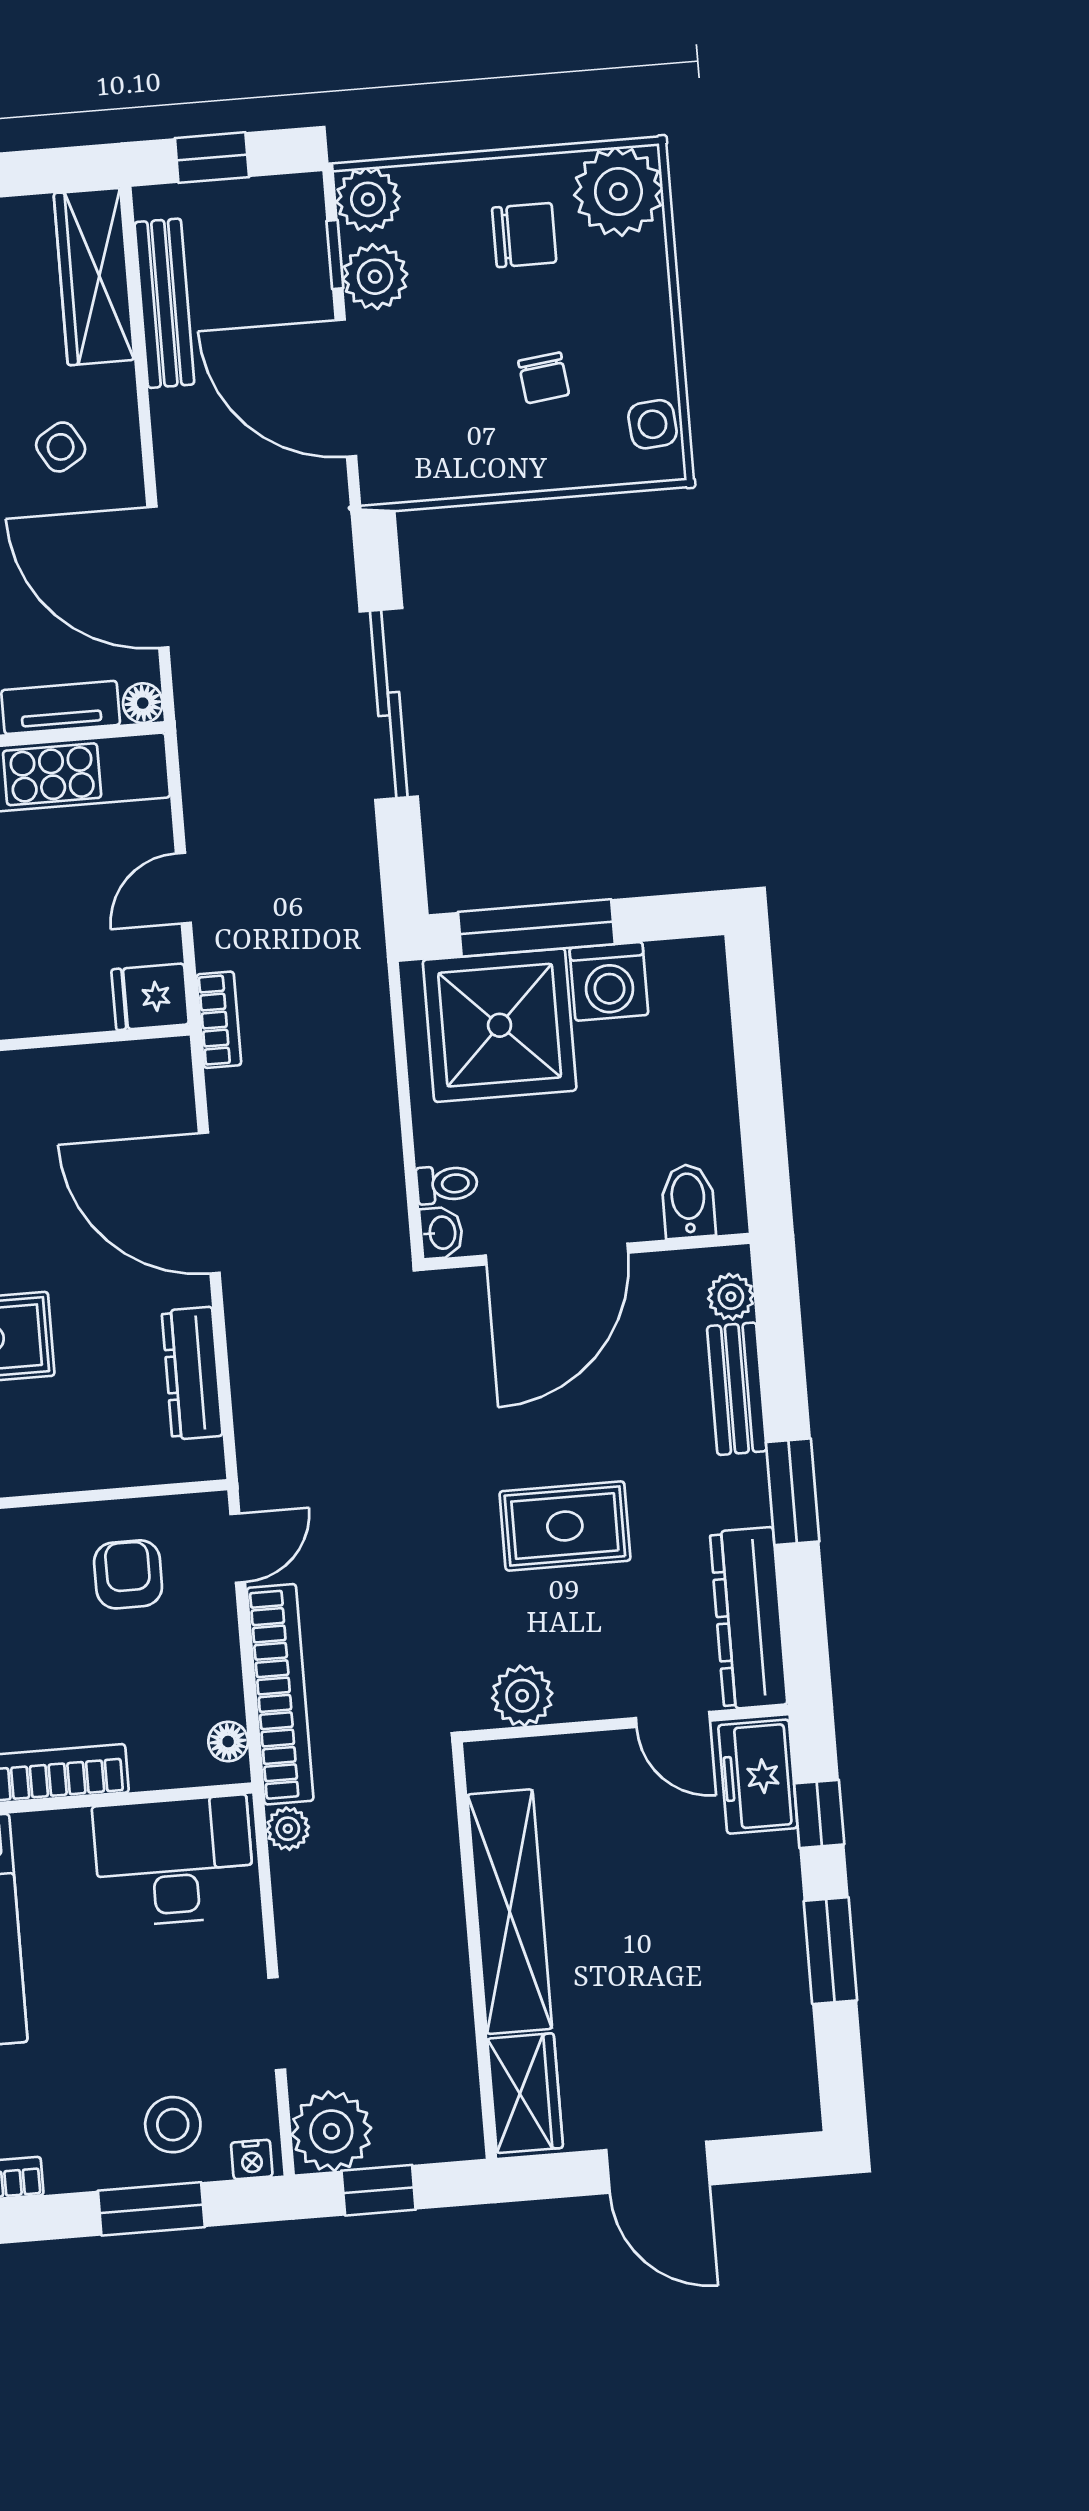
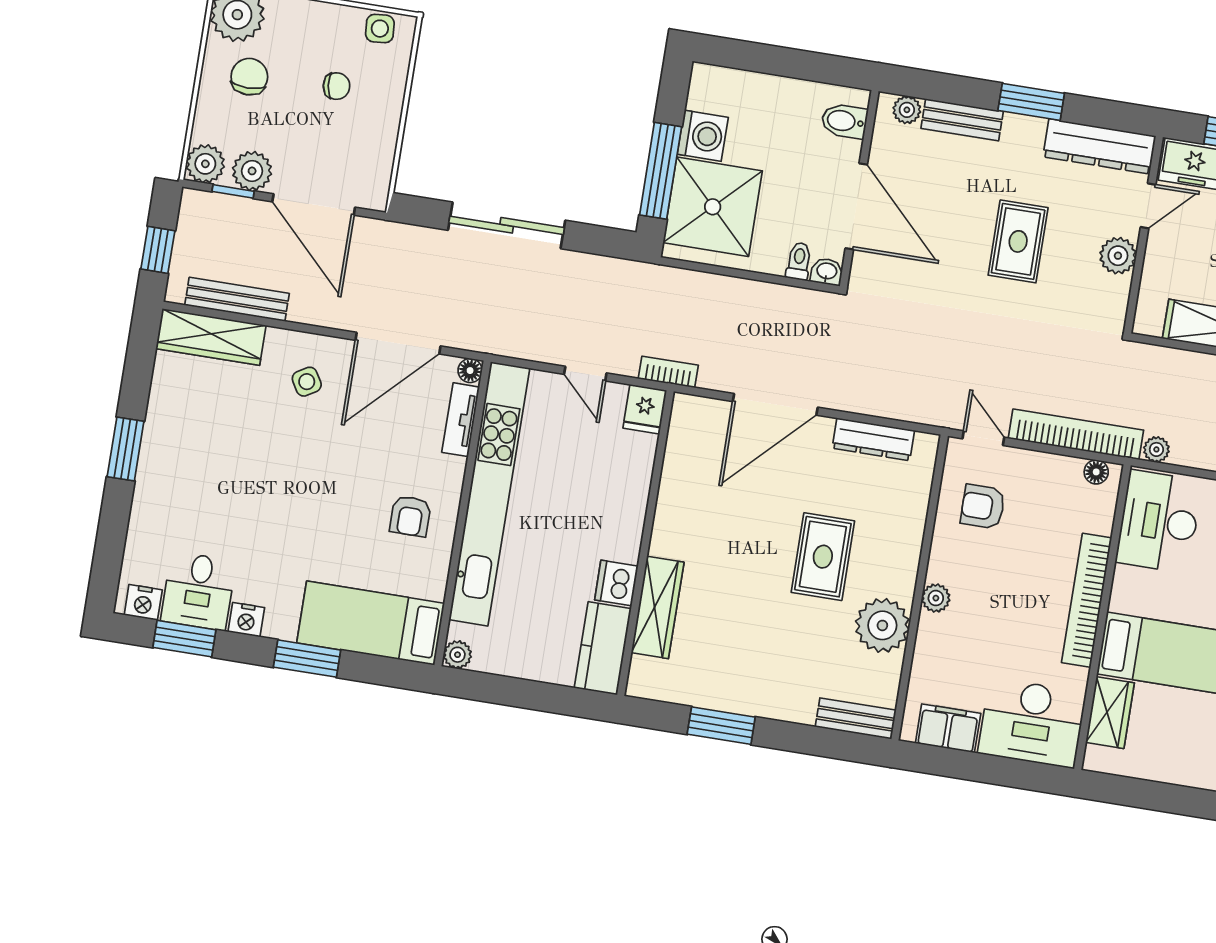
door: (346, 388) -> (314, 204), hinge flipped
plant: (522, 1696) -> (1118, 256), moved

